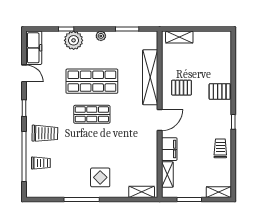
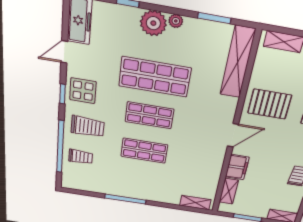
plant: (74, 40) -> (153, 23), moved
door: (24, 73) -> (64, 52), swing flipped
shelving: (150, 77) -> (238, 62), moved
pallet: (181, 88) -> (270, 104), width x1.50, depth x1.42
shop shelf: (92, 147) -> (144, 151), added
display table: (100, 177) -> (83, 91), moved

